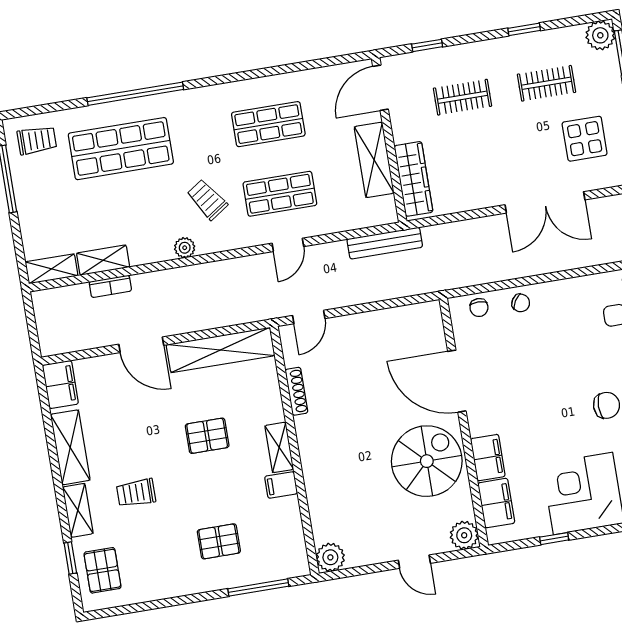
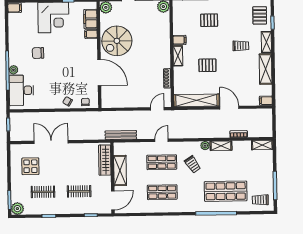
shelving: (103, 260) -> (221, 146), moved
filing cabinet: (60, 384) -> (266, 101), width x0.50
filing cabinet: (488, 458) -> (91, 34), width x0.50

